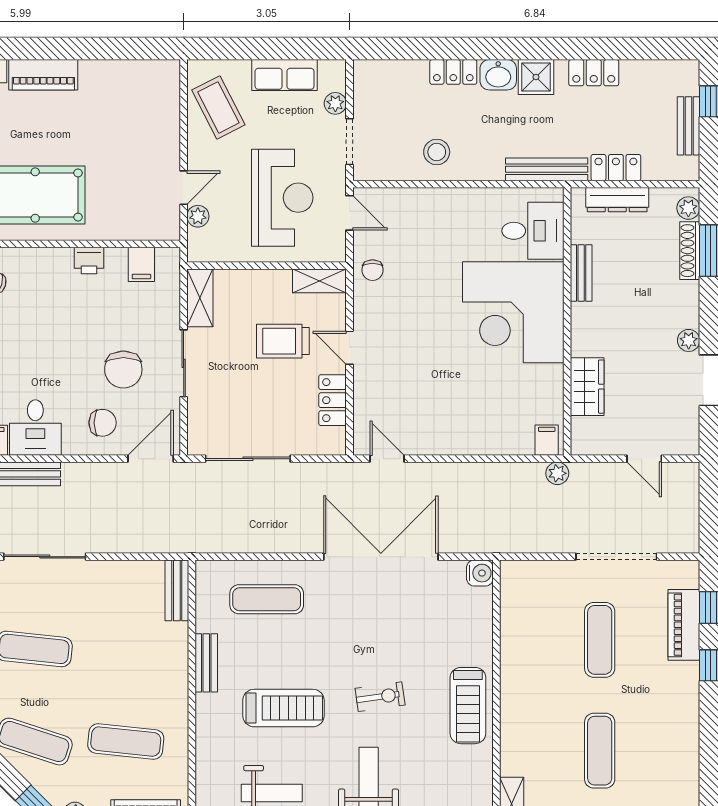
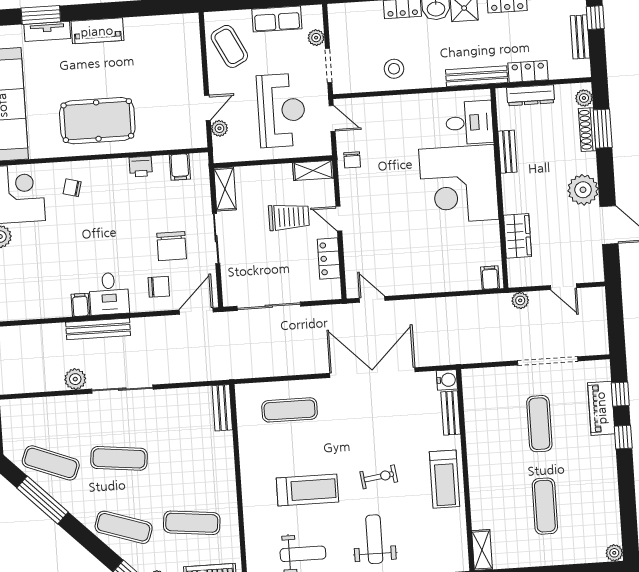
plant: (689, 340) -> (583, 190), width x1.88, depth x1.88
trolley: (283, 341) -> (289, 217), turned 180
plant: (557, 473) -> (520, 300), moved
bench: (206, 663) -> (451, 413), moved

